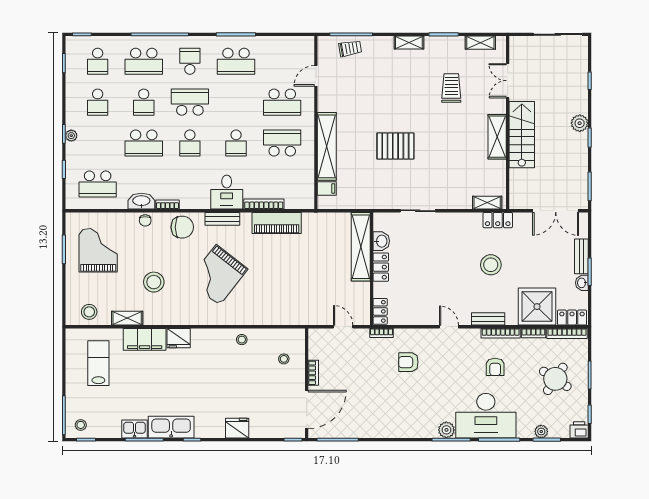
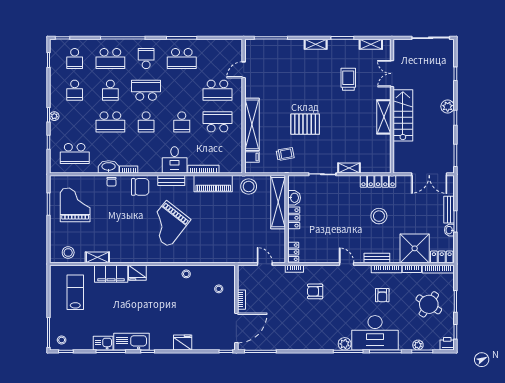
trolley: (350, 48) -> (285, 154), moved
shelving: (487, 203) -> (349, 168), moved
locker: (498, 220) -> (378, 181), width x1.53
stool: (154, 282) -> (249, 186), moved

